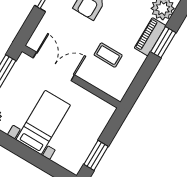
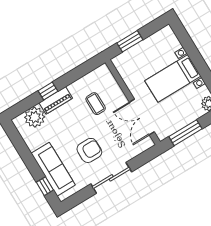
window: (163, 42) -> (48, 91), width x0.67
window: (96, 155) -> (130, 41), moved

